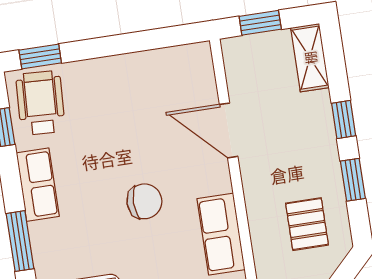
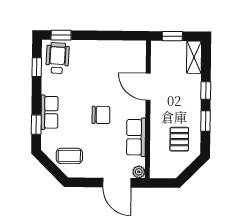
row of seats: (38, 185) -> (49, 112), moved
window: (20, 241) -> (36, 125), width x0.67

